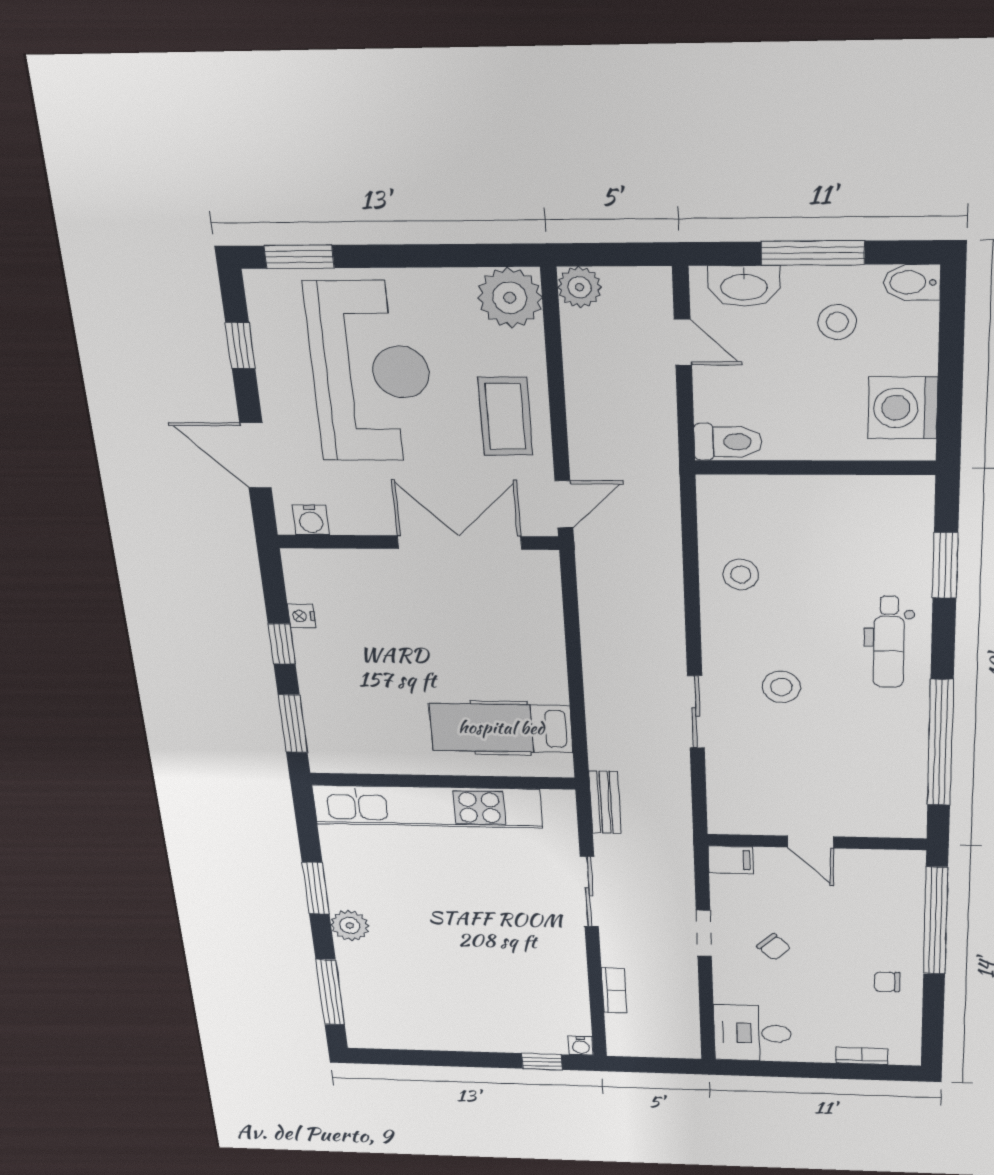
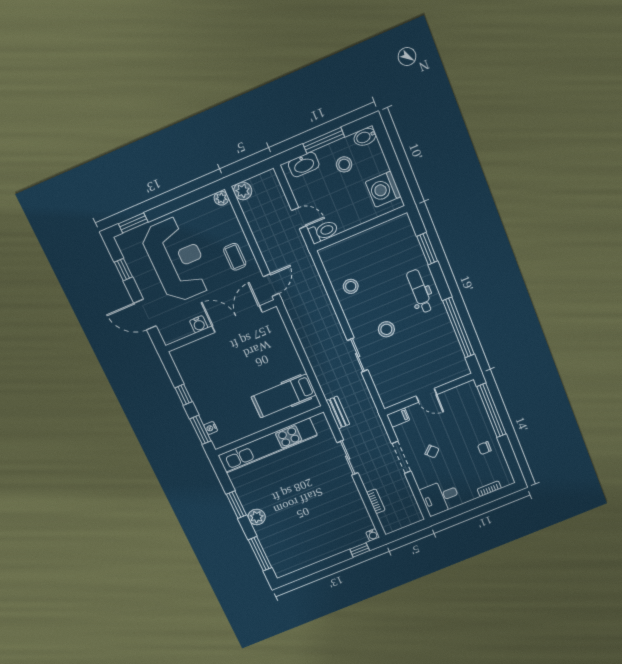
plant: (510, 298) -> (221, 198), width x0.53, depth x0.53
door: (683, 342) -> (299, 218), moved
coffee table: (505, 416) -> (235, 257), width x0.73, depth x0.77
water cooler: (311, 520) -> (199, 324), moved
nightstand: (301, 616) -> (211, 428), moved
dental chair: (889, 642) -> (420, 291), turned 180
doorway: (704, 933) -> (401, 457), width x1.38

